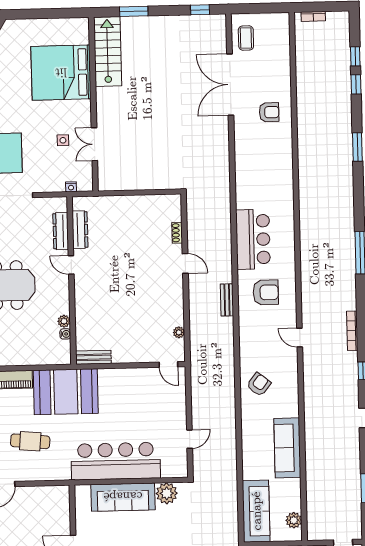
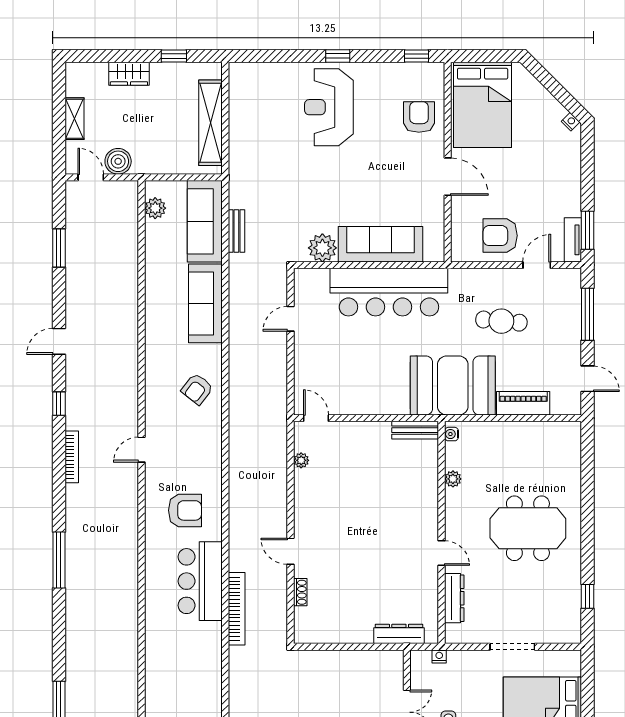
bookcase: (225, 219) -> (237, 609), added
dresser: (80, 230) -> (399, 634), moved, turned 90
armchair: (266, 292) -> (185, 510), turned 180
bench: (227, 300) -> (236, 231), moved
water cooler: (65, 334) -> (452, 434), moved
door: (300, 338) -> (142, 450), swing flipped
sofa: (287, 448) -> (205, 303), moved, turned 180
armchair: (33, 506) -> (500, 236), added

